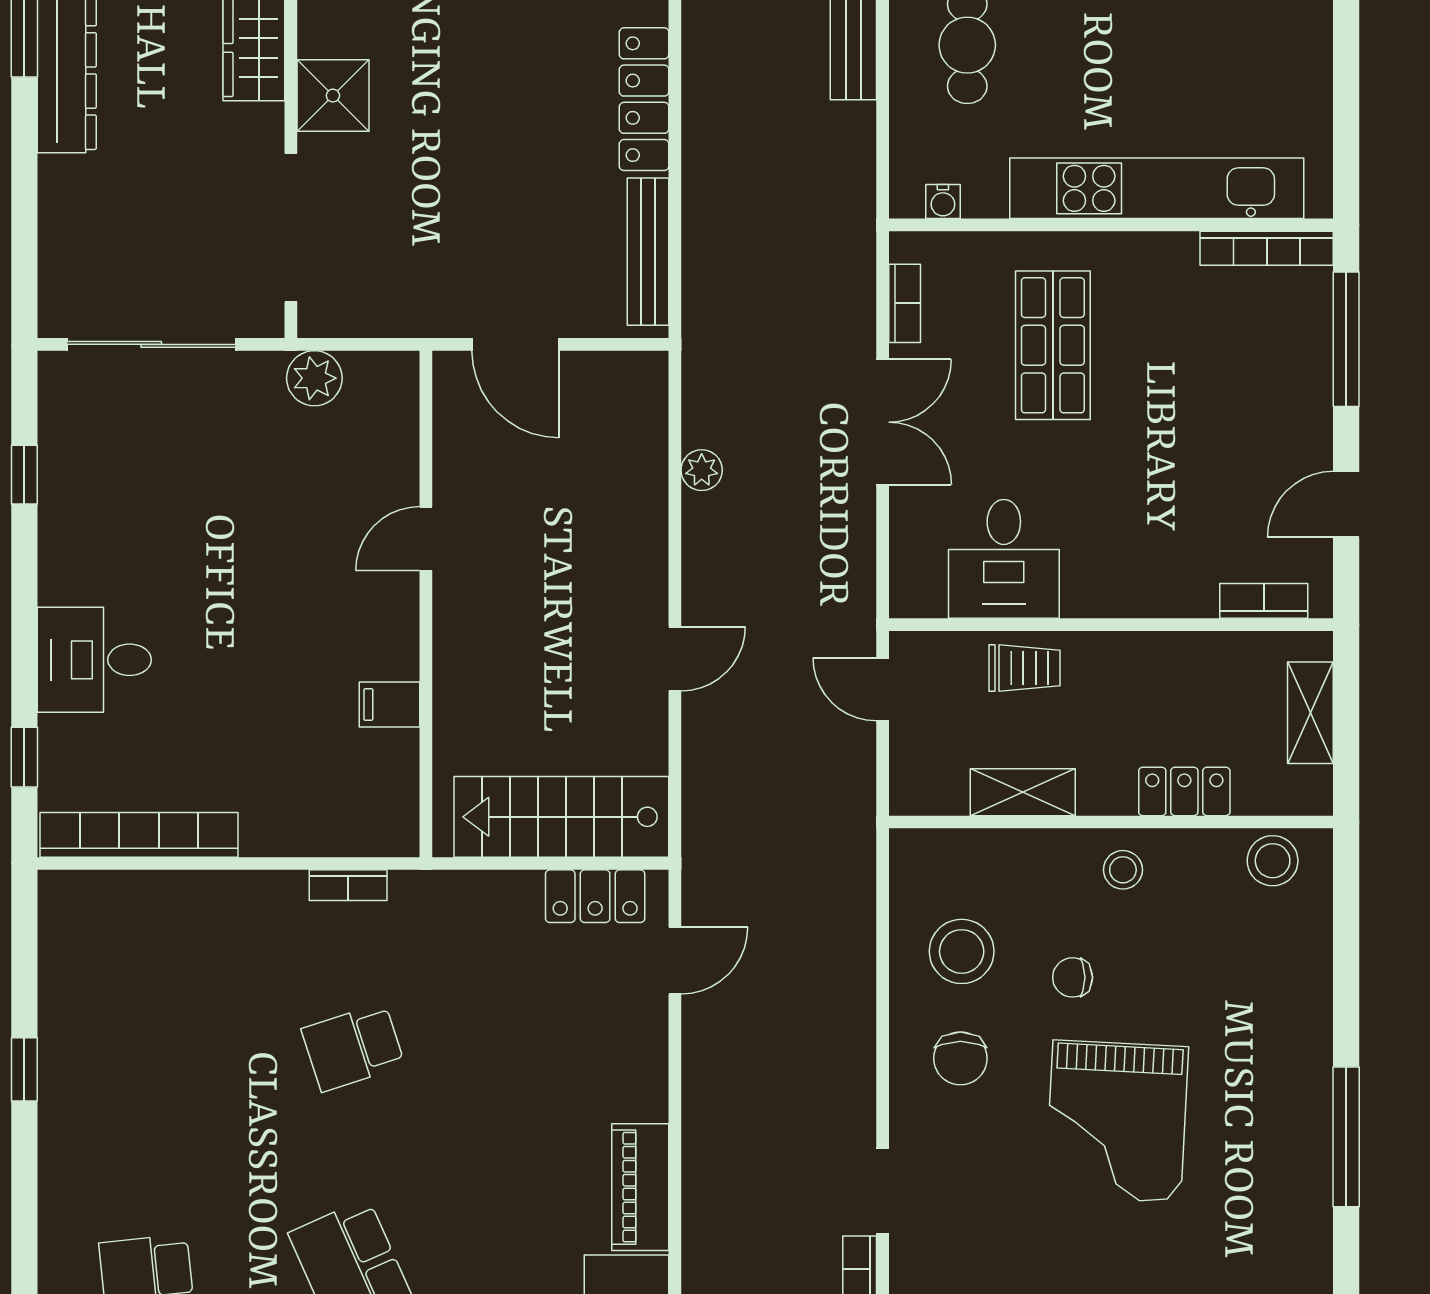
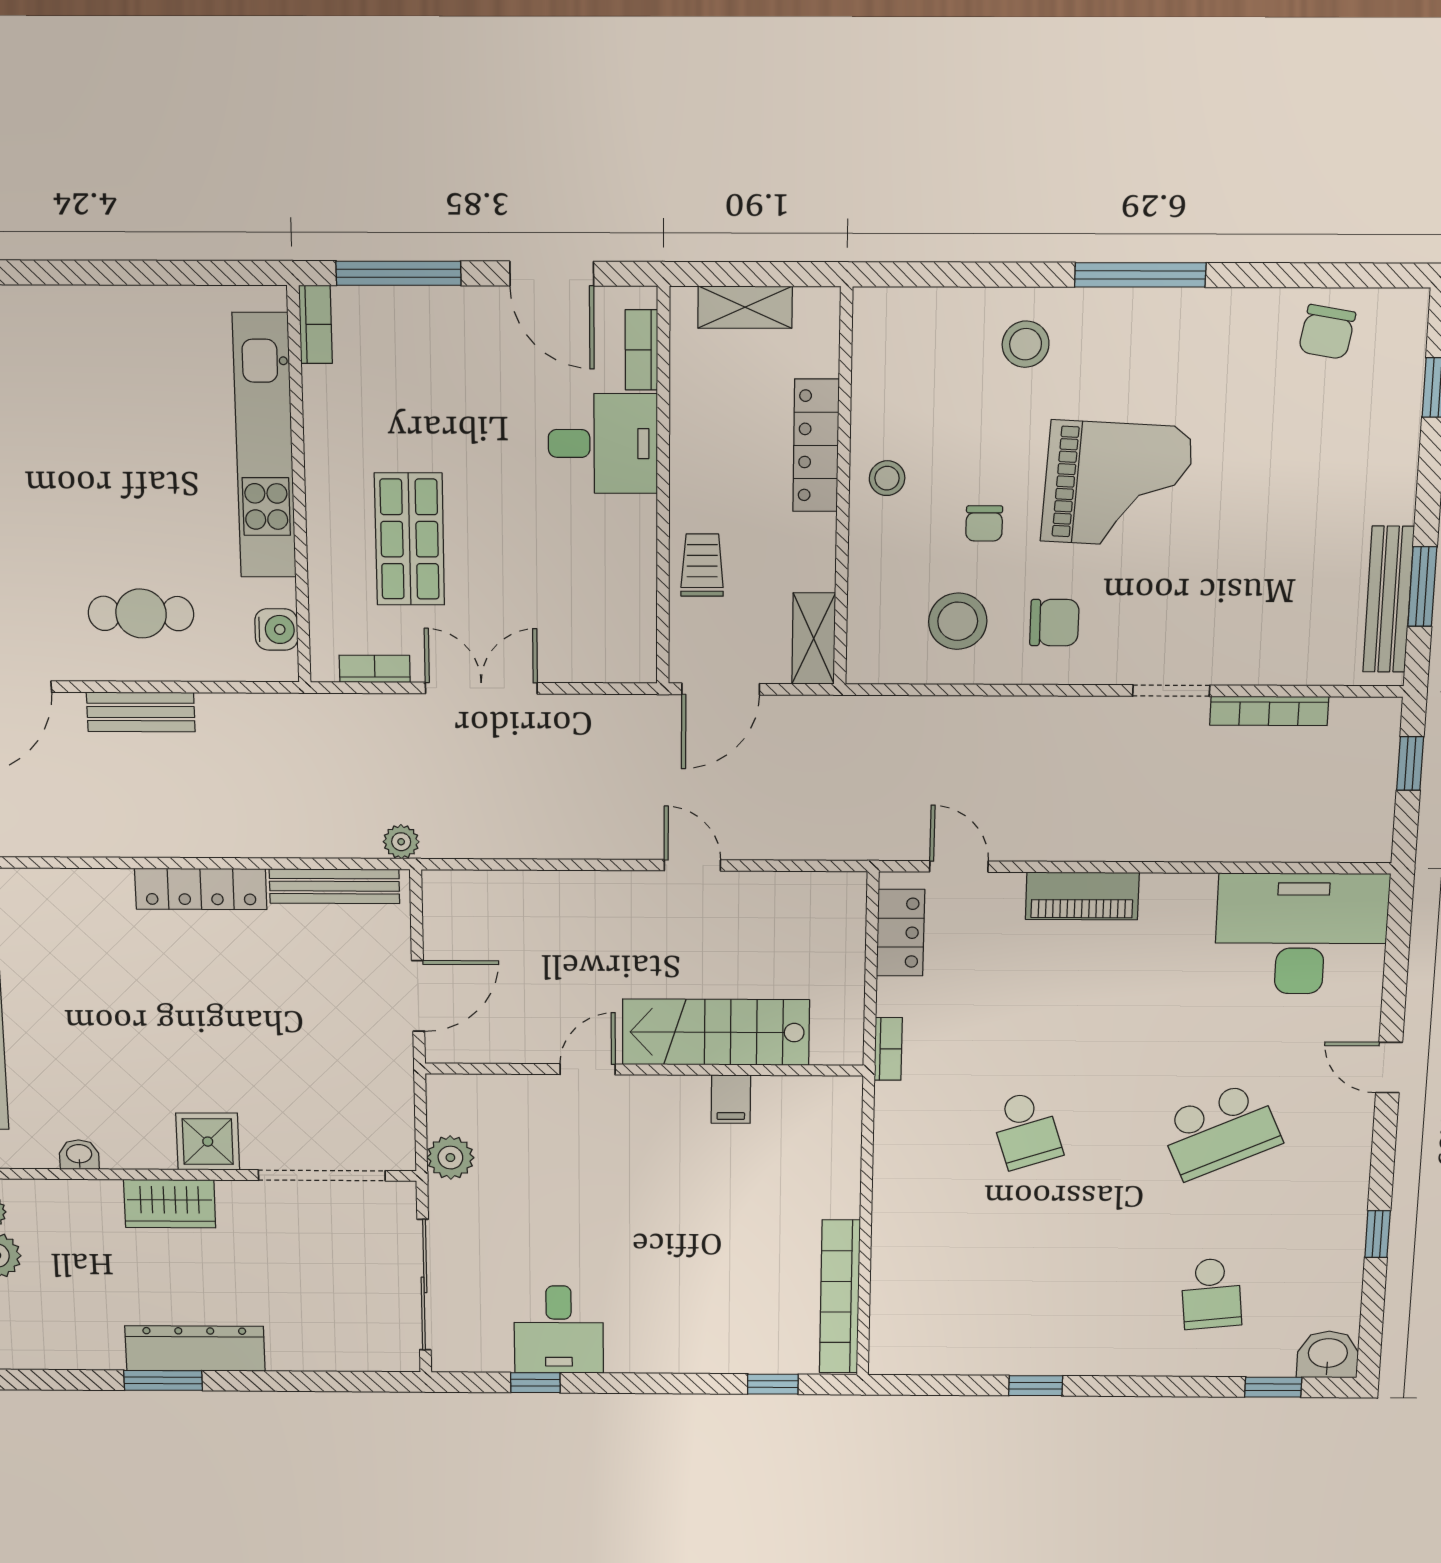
water cooler: (943, 202) -> (276, 629), width x1.38, depth x1.38
bookcase: (1267, 248) -> (316, 324), width x0.64
shop shelf: (1053, 345) -> (410, 539), turned 90
plant: (702, 470) -> (401, 842), moved
door: (1346, 504) -> (552, 274), width x1.38
door: (426, 539) -> (588, 1069), swing flipped
desk: (1004, 559) -> (603, 444), moved
desk: (94, 660) -> (559, 1330), moved
door: (883, 689) -> (721, 689), width x1.38
locker: (1184, 791) -> (816, 445), width x1.53
shelving: (1023, 792) -> (814, 639), moved
stairs: (561, 817) -> (716, 1032), moved, turned 90
stool: (1273, 861) -> (1026, 344), moved
bookcase: (348, 885) -> (888, 1049), moved
piano: (640, 1187) -> (1082, 896), moved

